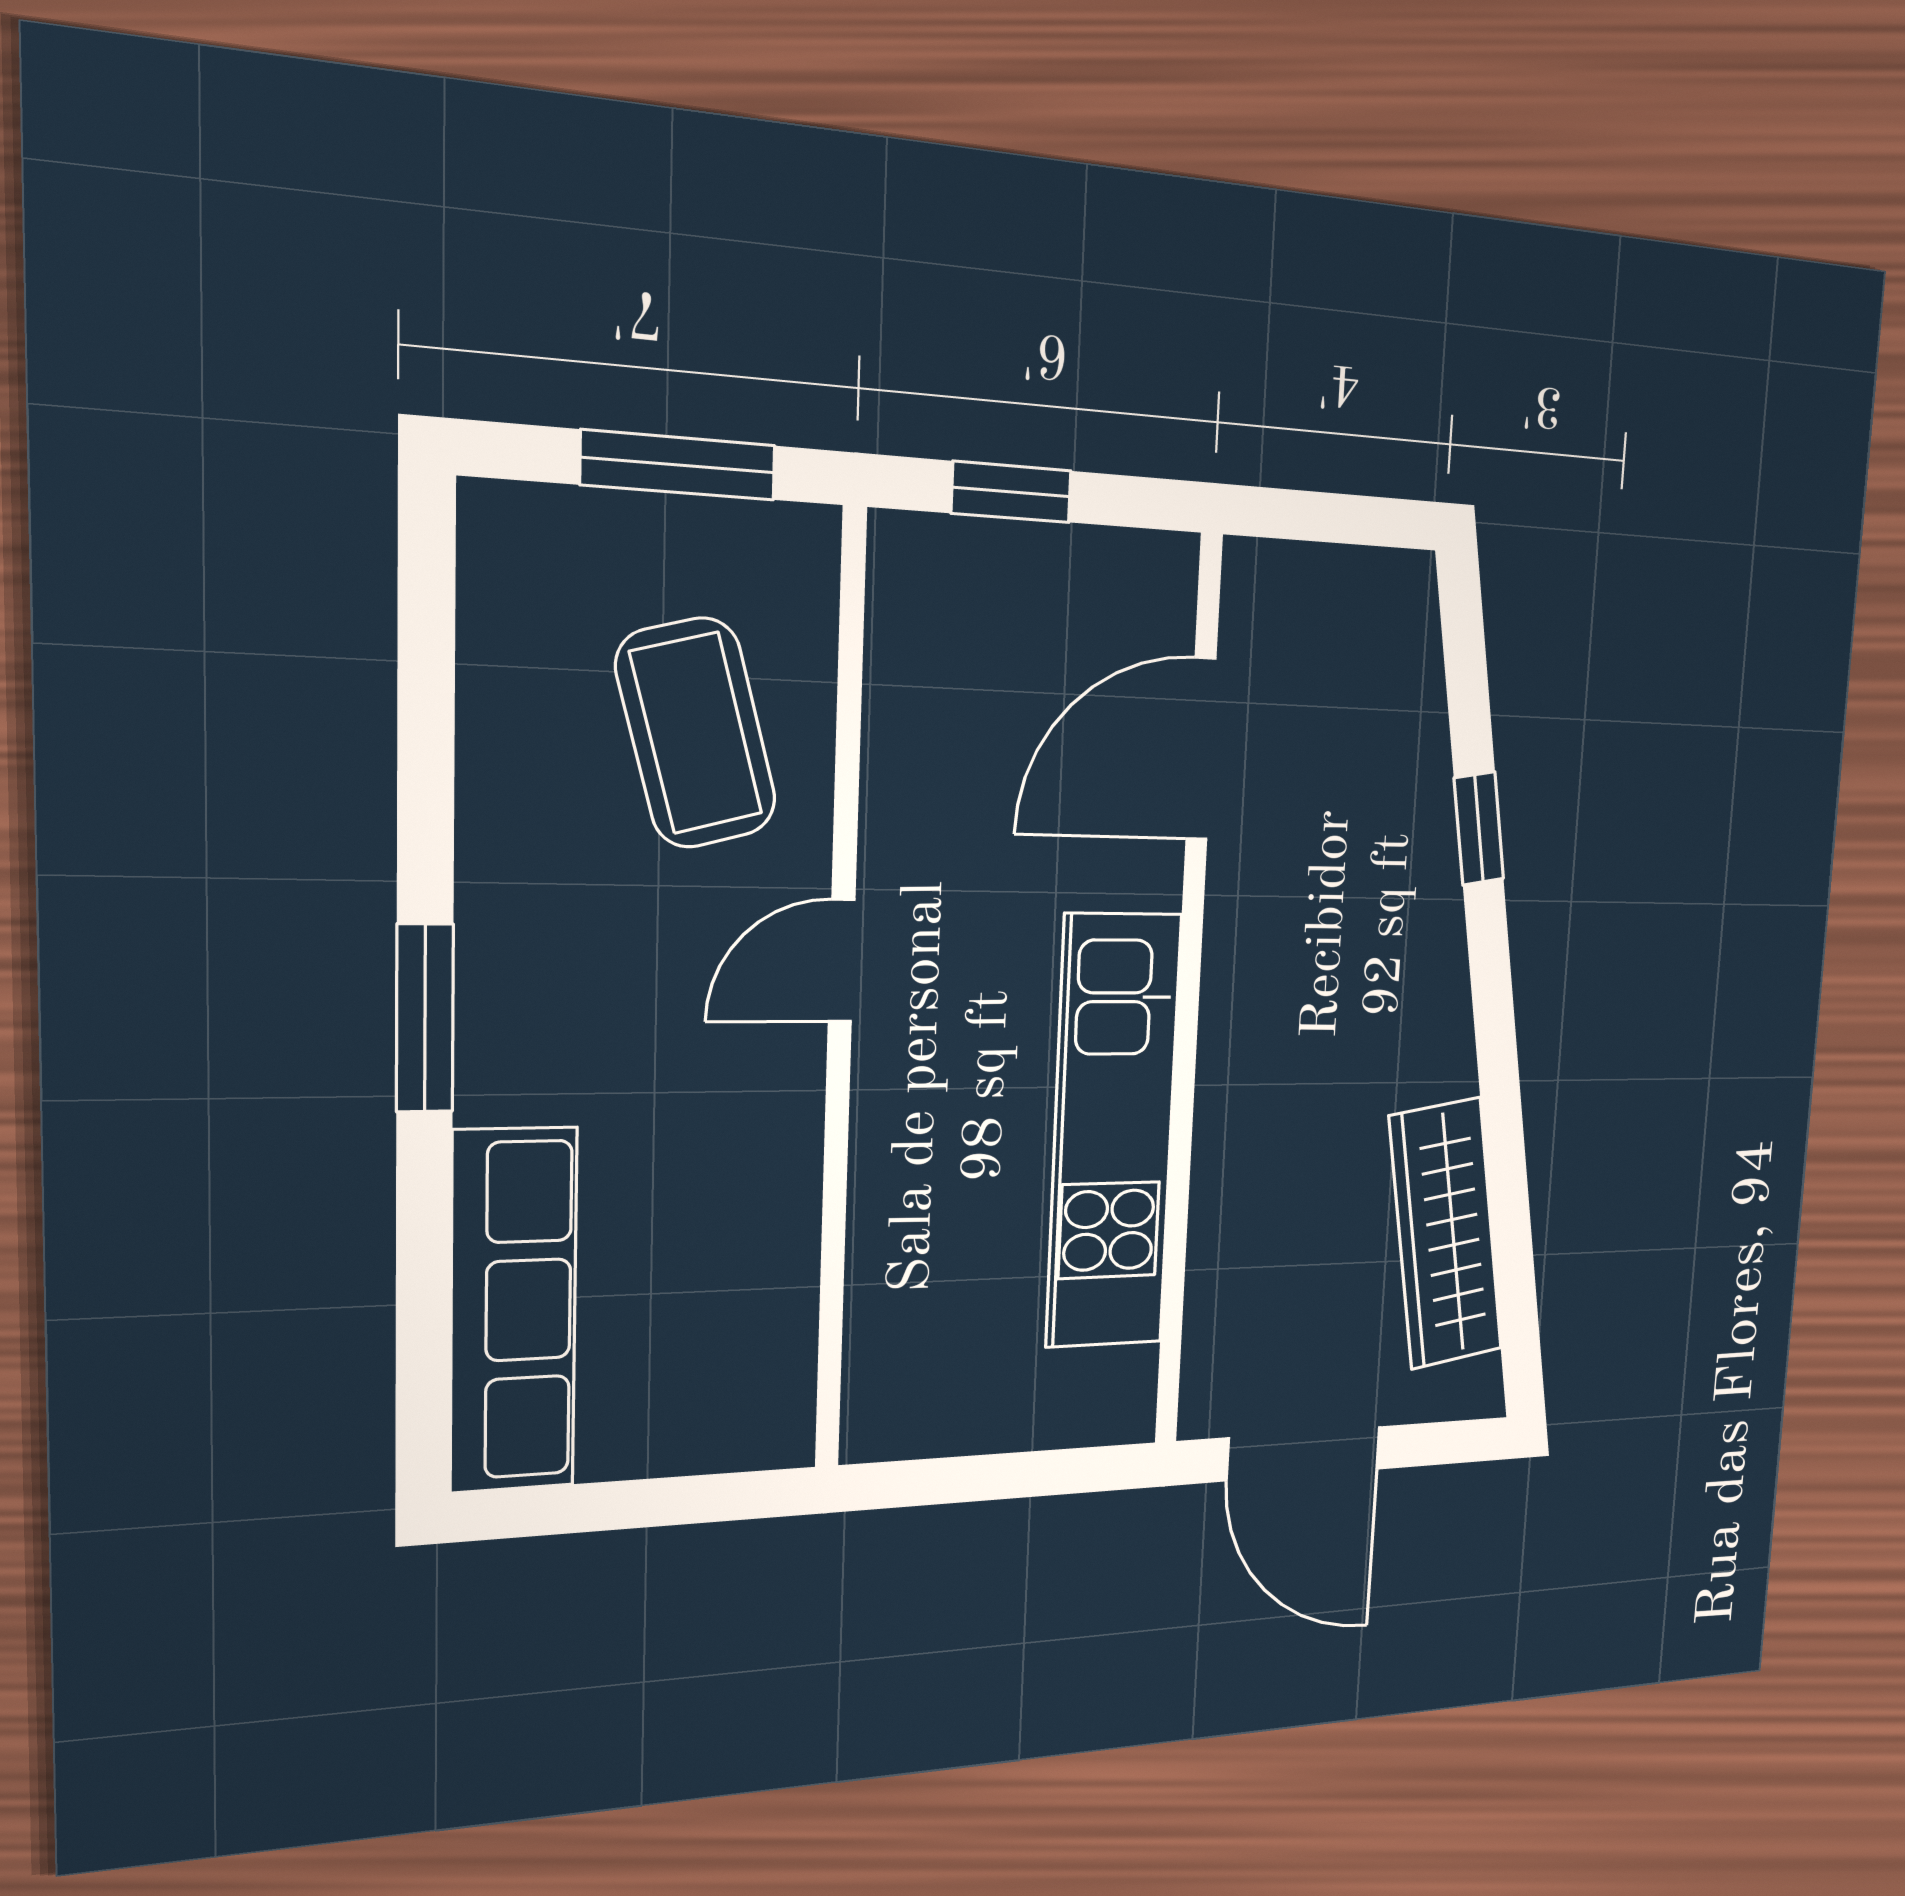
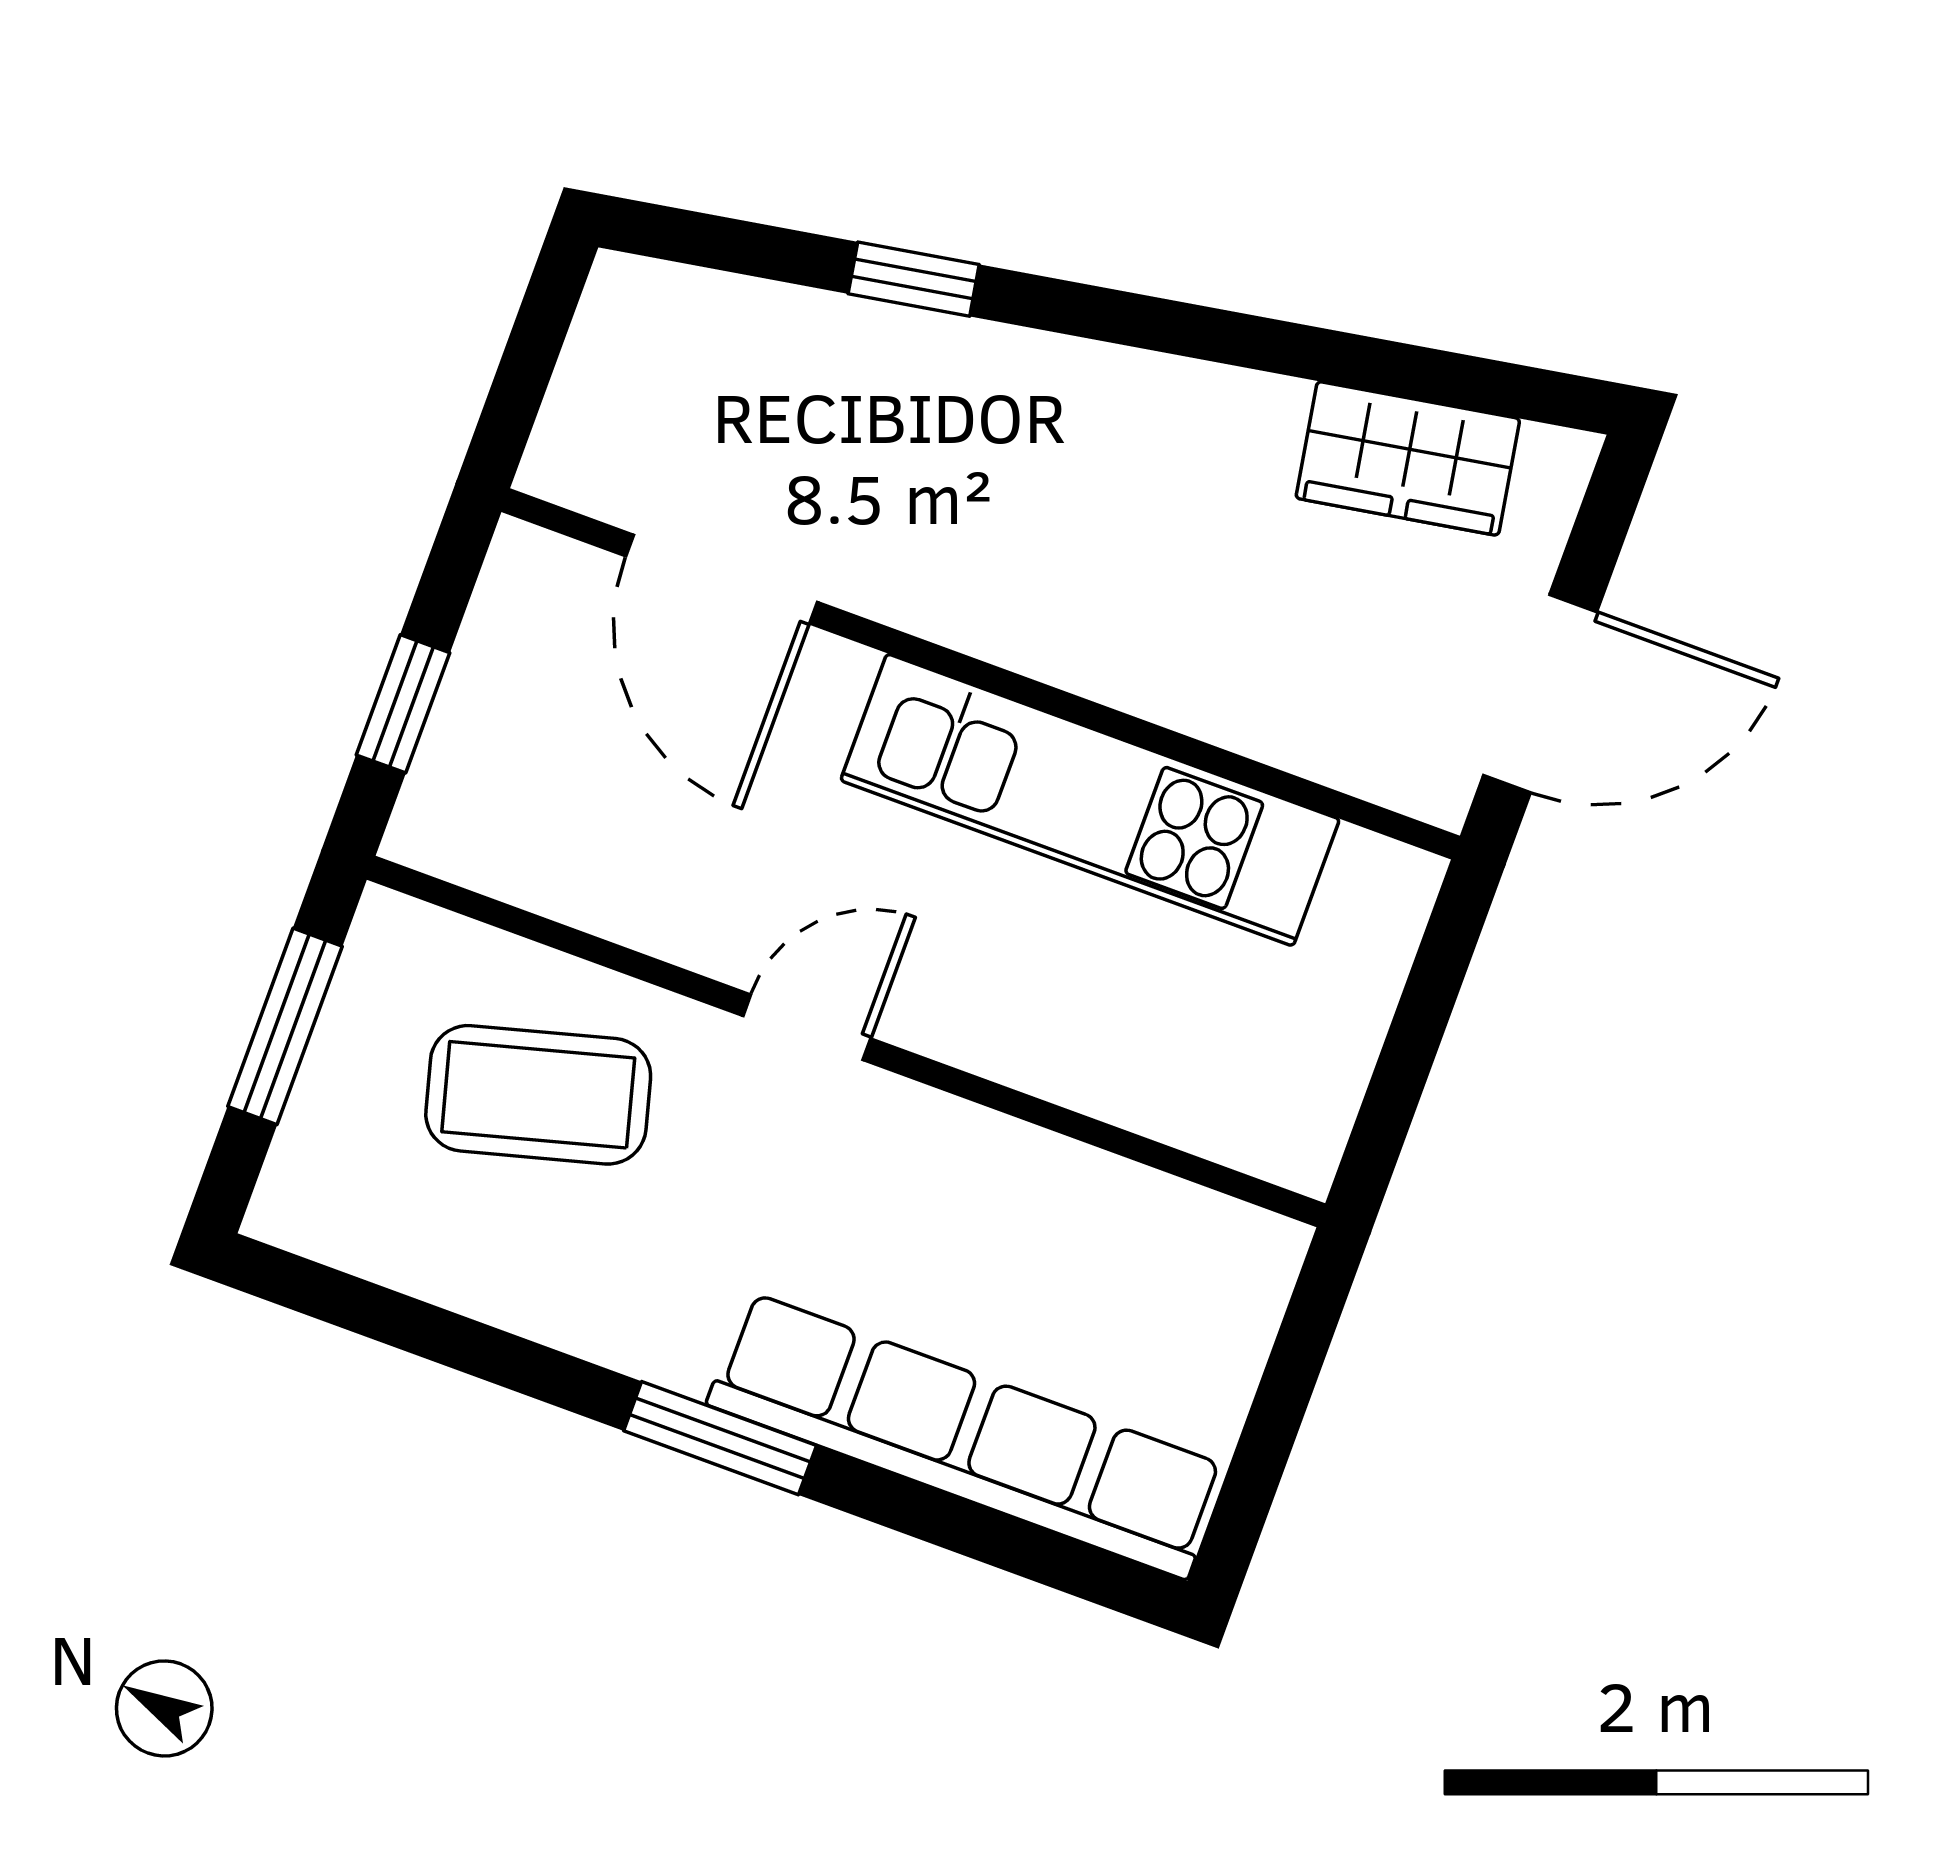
door: (842, 961) -> (807, 1027), swing flipped
wardrobe: (1446, 1234) -> (1408, 458), width x0.67
row of seats: (514, 1310) -> (967, 1436), width x1.36

